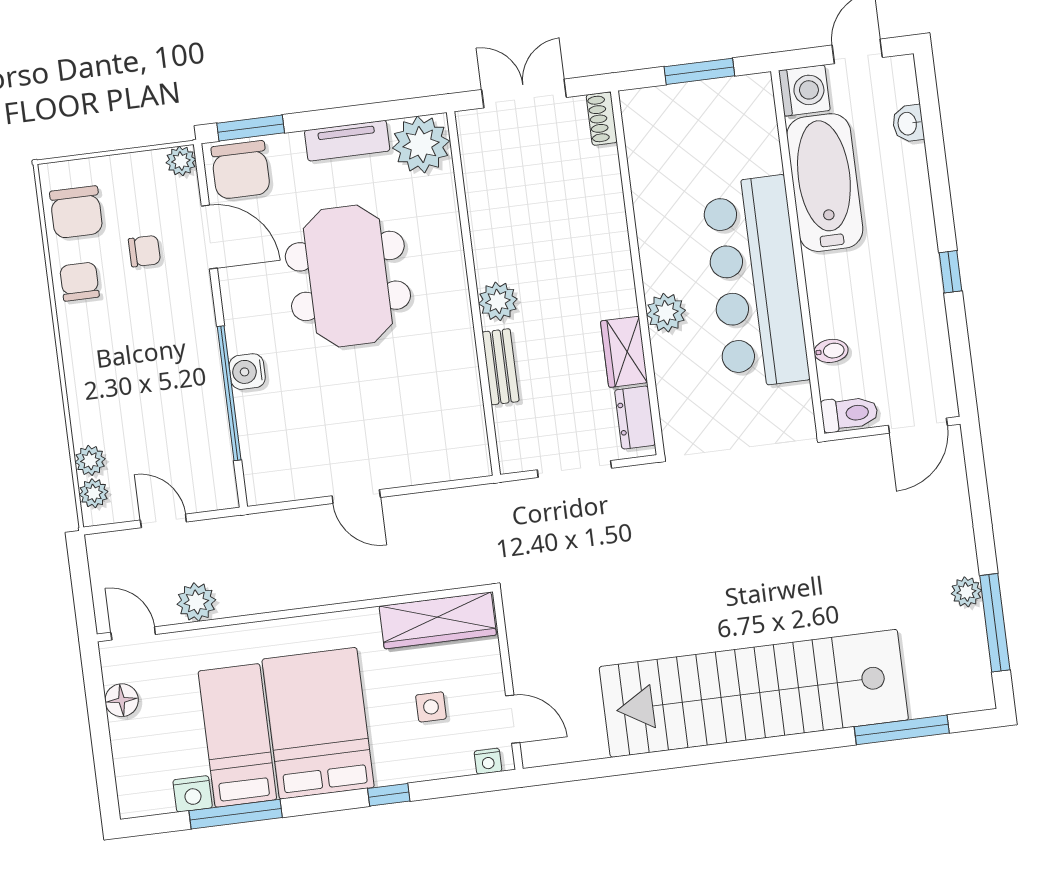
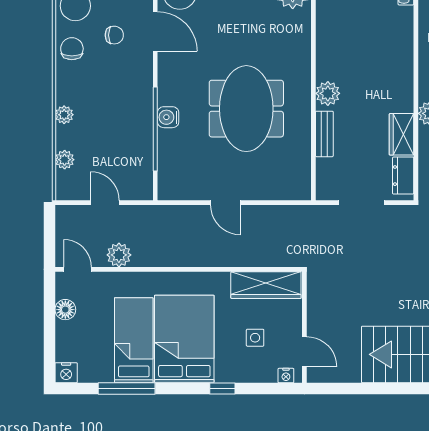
meeting table: (348, 276) -> (246, 109), moved
plant: (94, 493) -> (64, 115), moved
nightstand: (193, 794) -> (66, 373), moved

